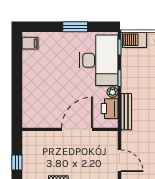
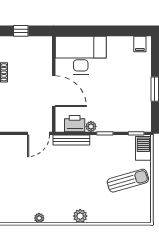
desk: (99, 60) -> (81, 55), moved, turned 180
door: (119, 161) -> (38, 133), moved

